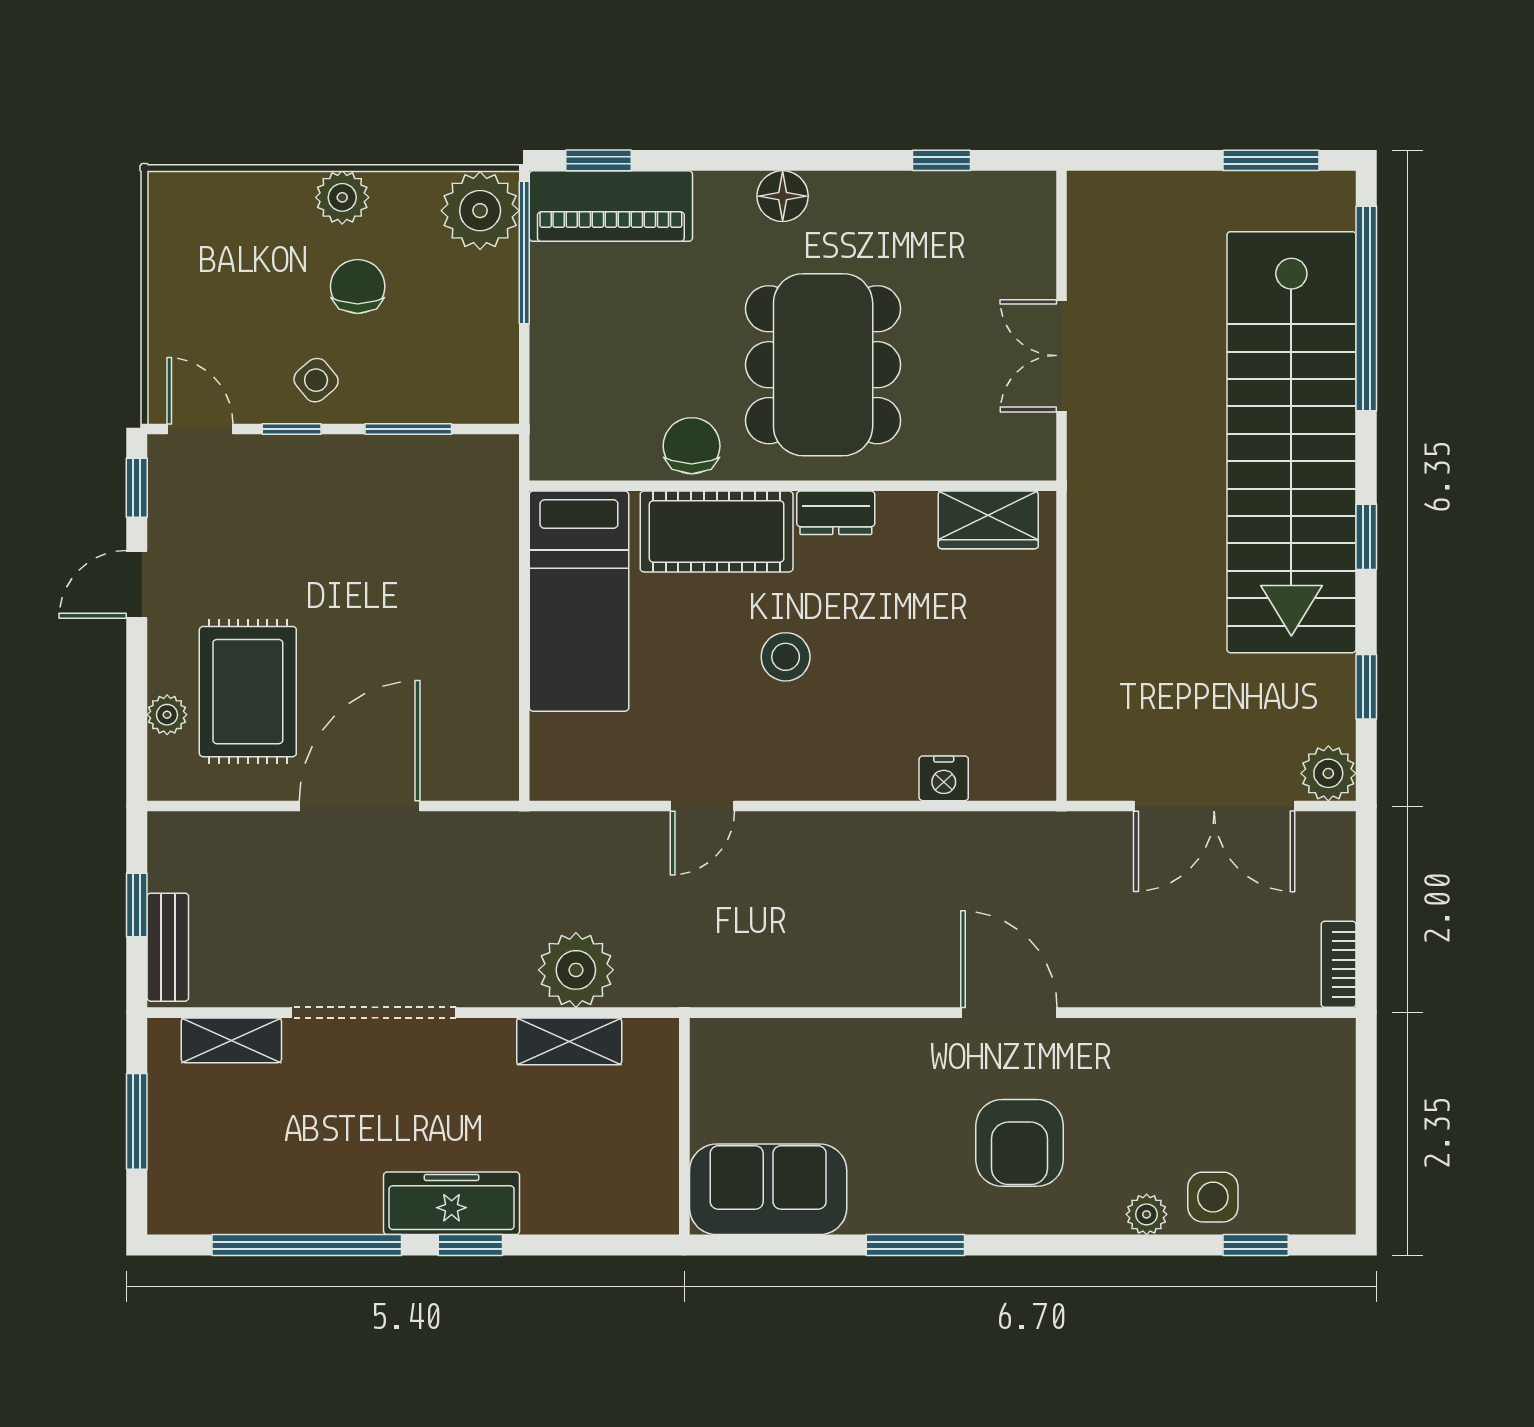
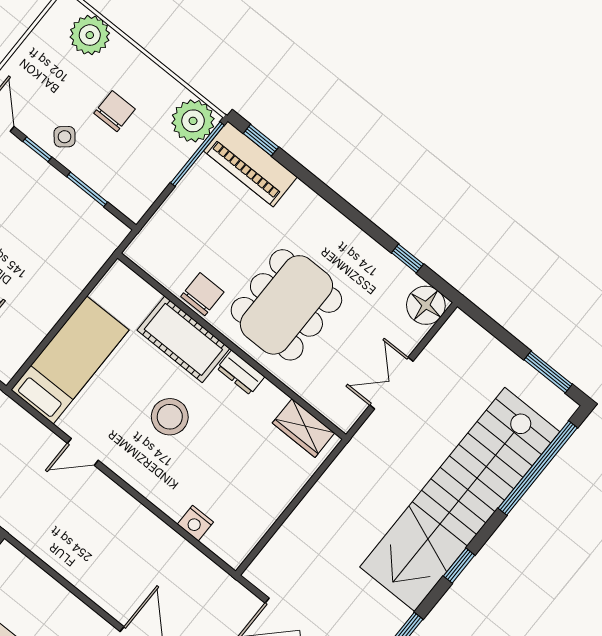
floor lamp: (783, 196) -> (426, 305), moved, width x1.38, depth x1.38
plant: (342, 197) -> (90, 35), moved, width x1.36, depth x1.36
bed: (579, 601) -> (70, 360), moved, turned 180
stool: (786, 657) -> (170, 417), width x1.38, depth x1.38

